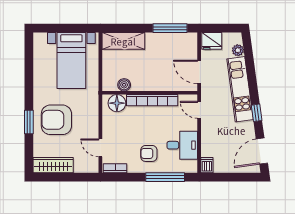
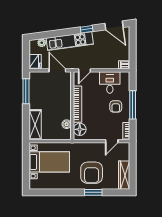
door: (199, 72) -> (57, 70), swing flipped
window: (165, 177) -> (133, 105), moved

